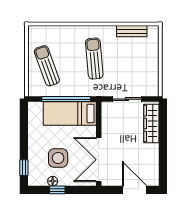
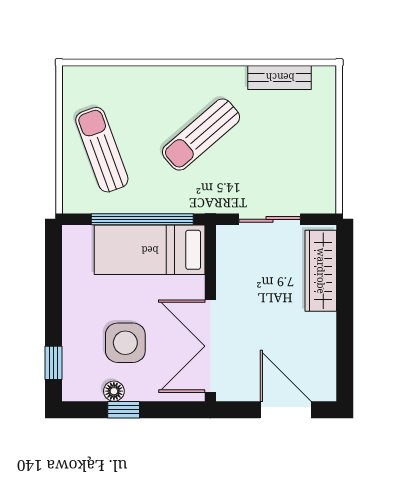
sun lounger: (94, 58) -> (201, 135), turned -126

